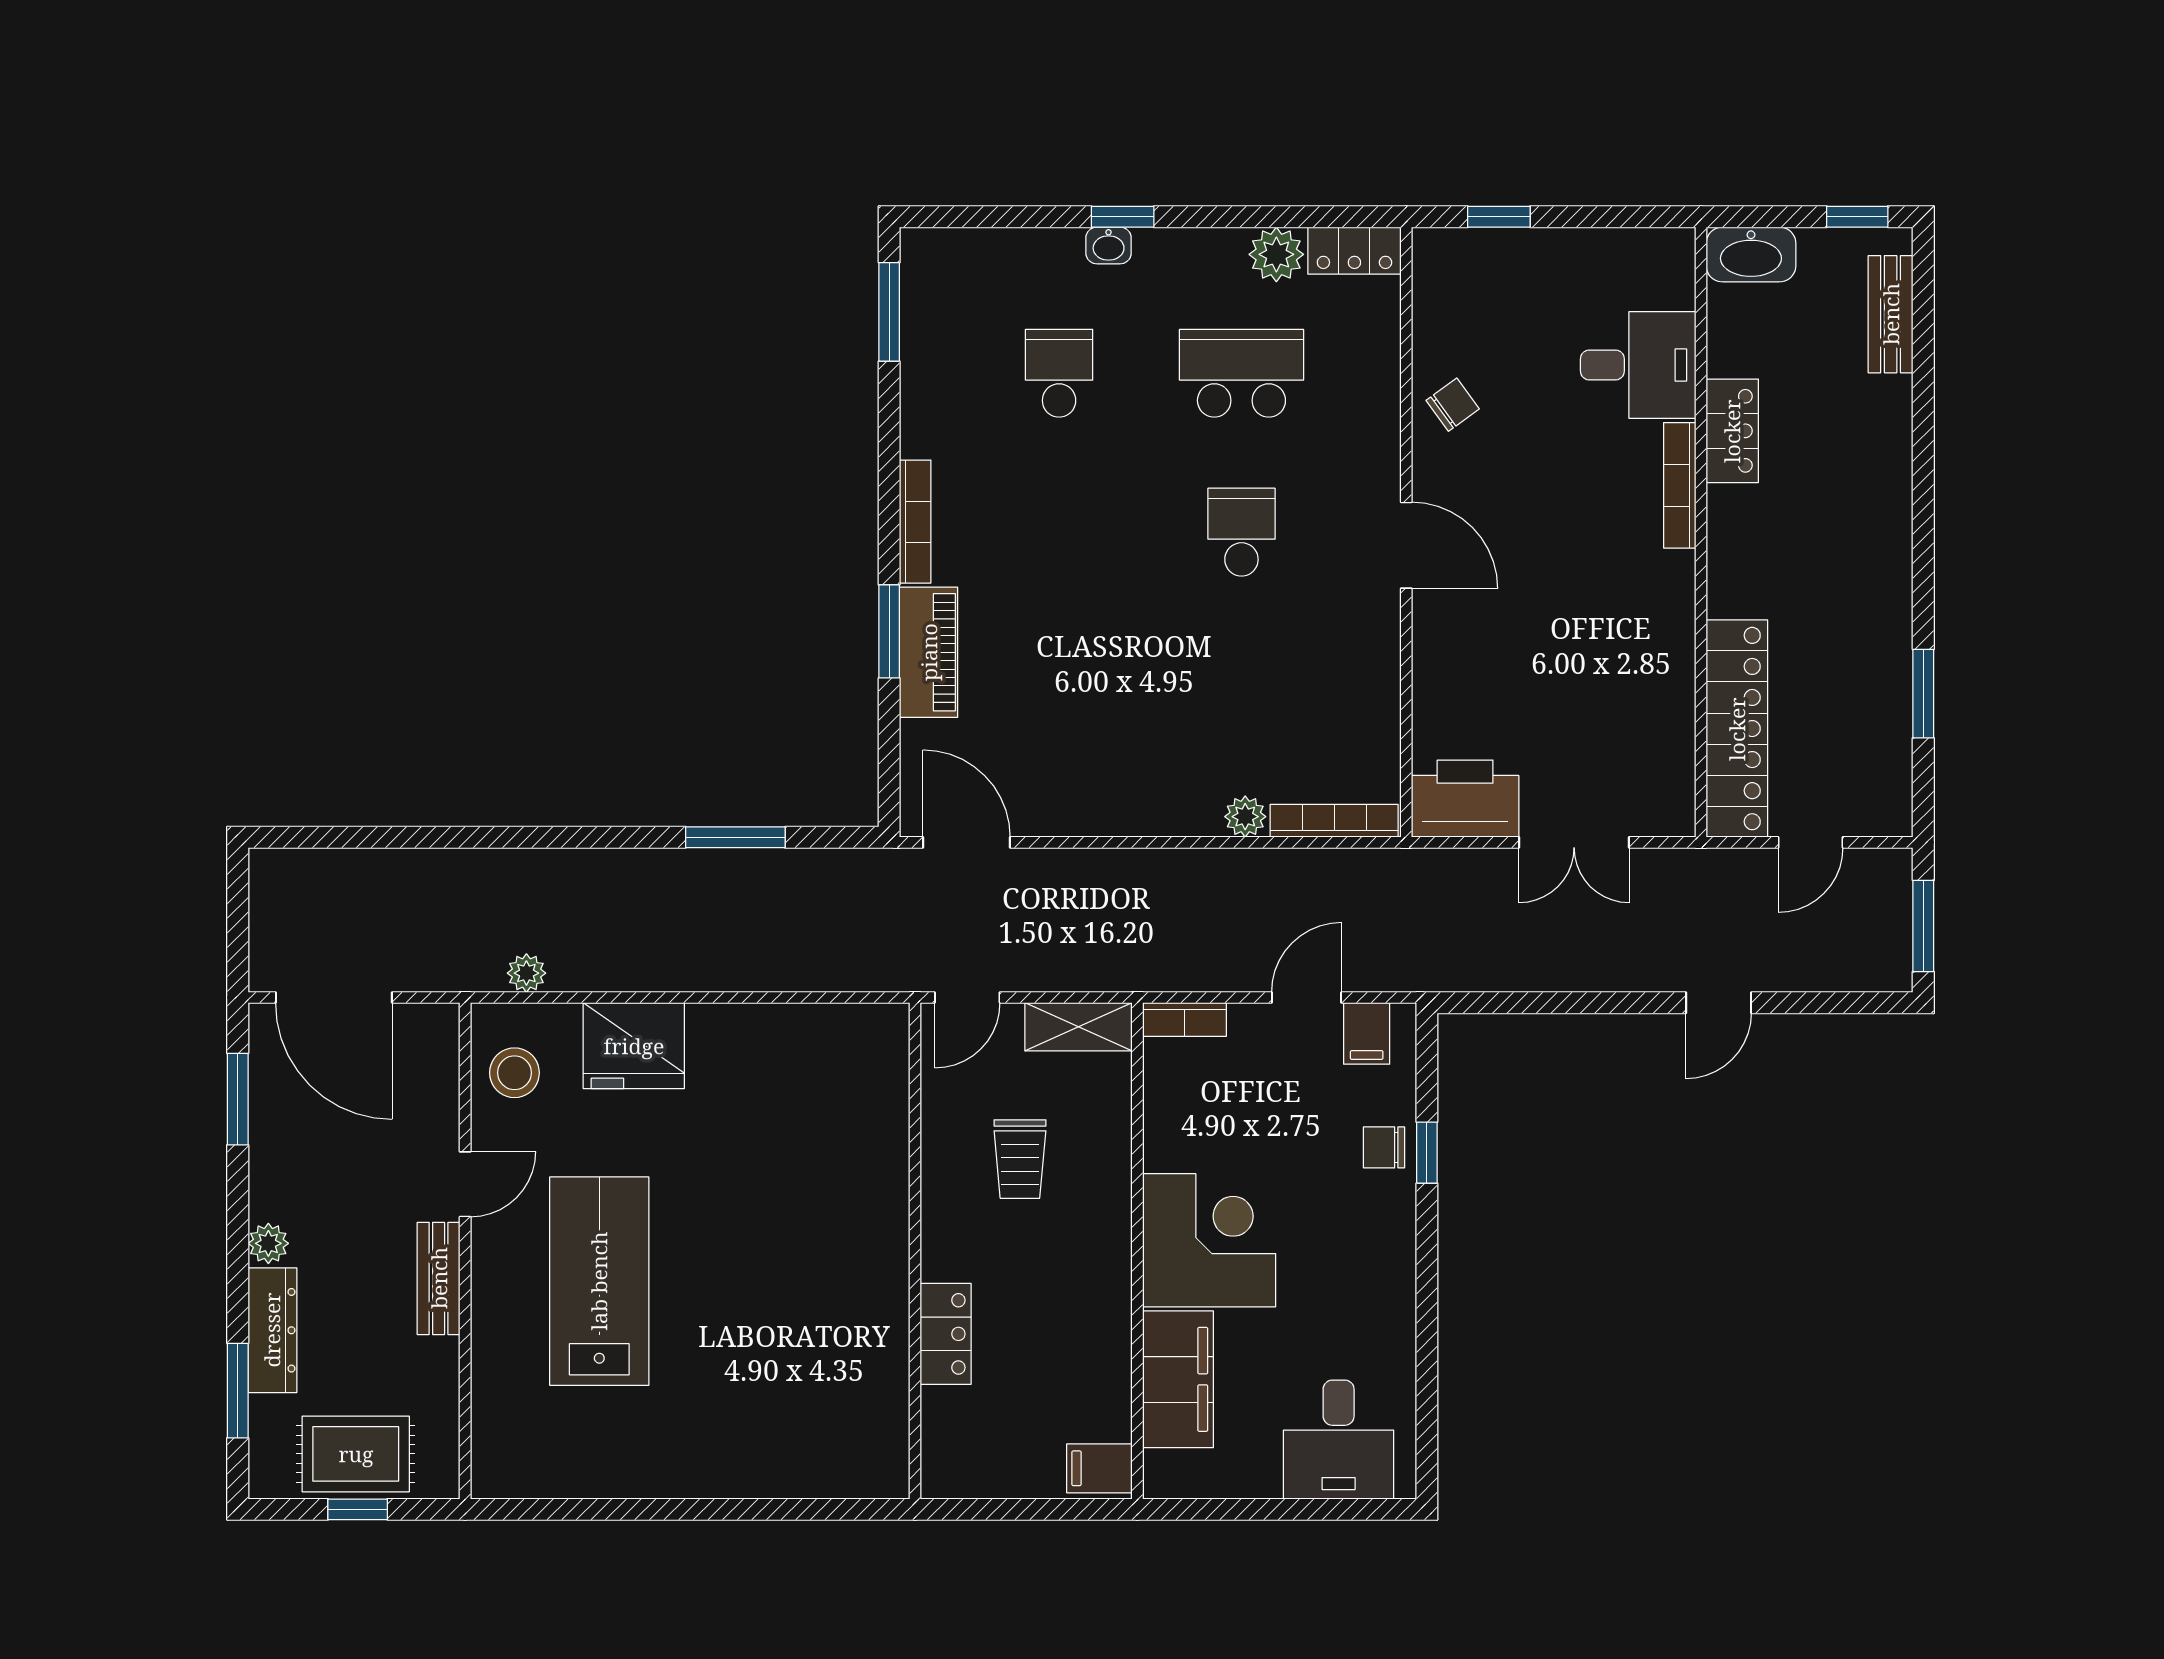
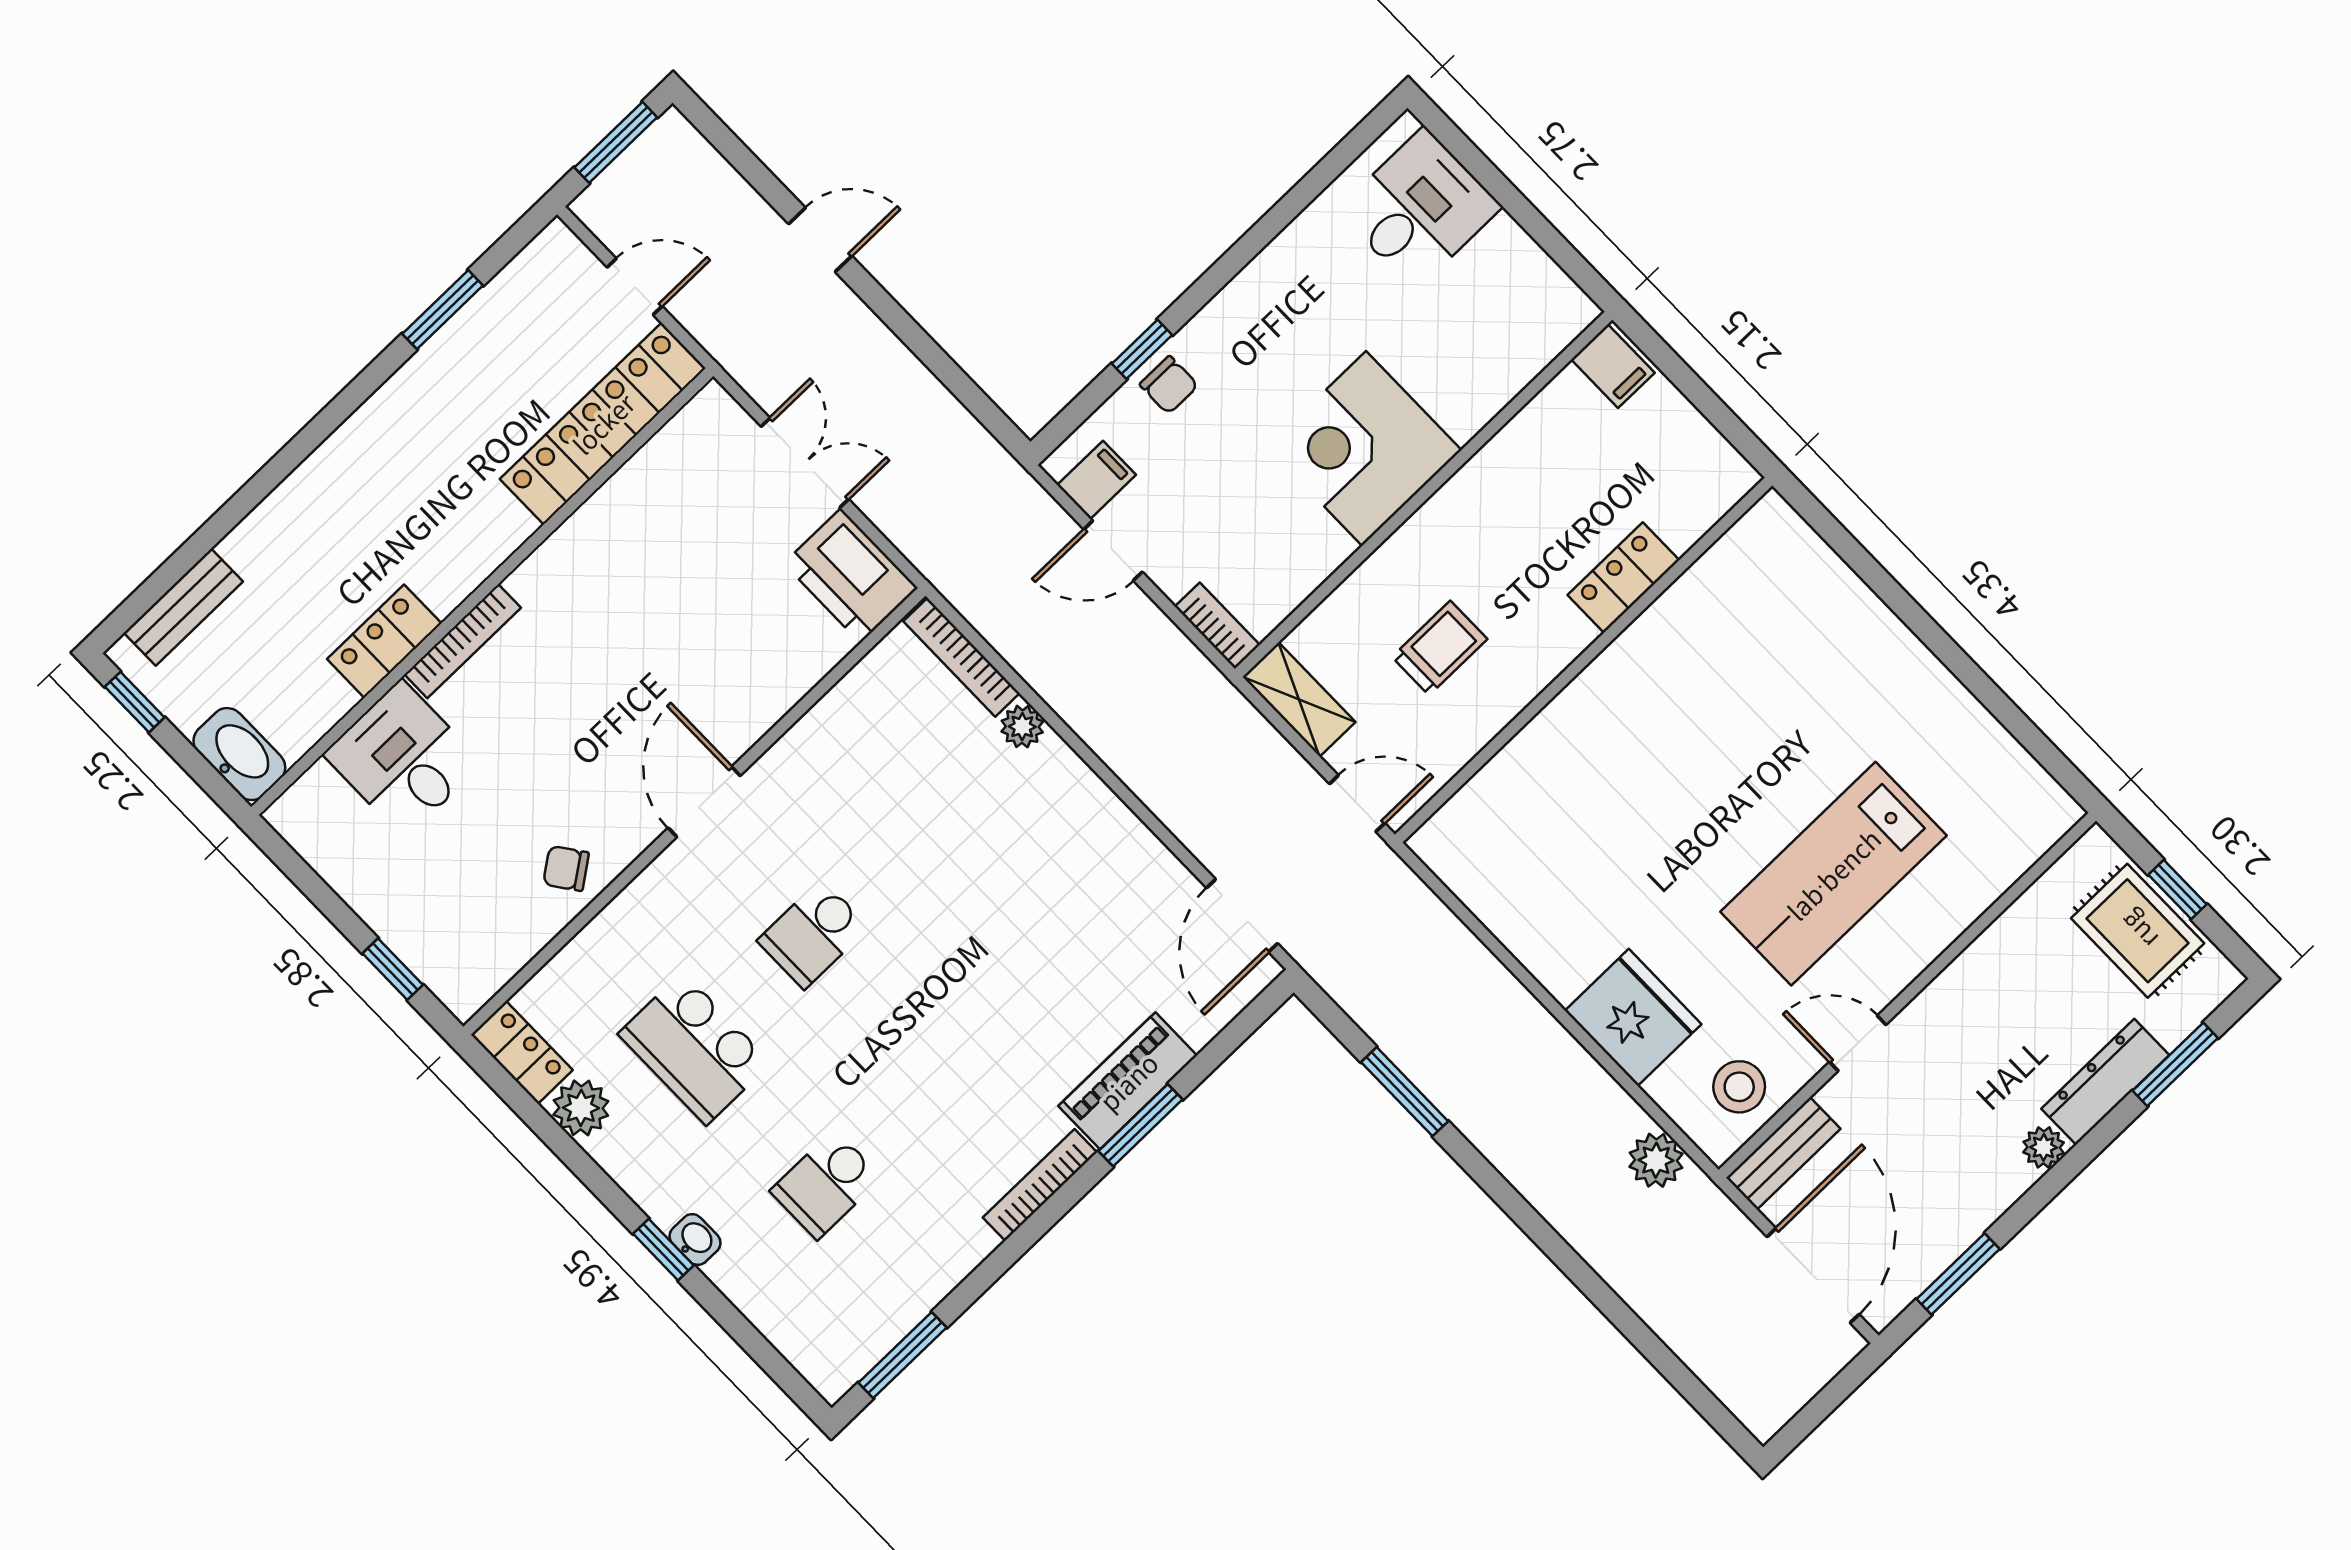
plant: (526, 973) -> (1656, 1160), width x1.38, depth x1.38
bench: (439, 1278) -> (1783, 1153), moved
filing cabinet: (1178, 1379) -> (1490, 372), removed

